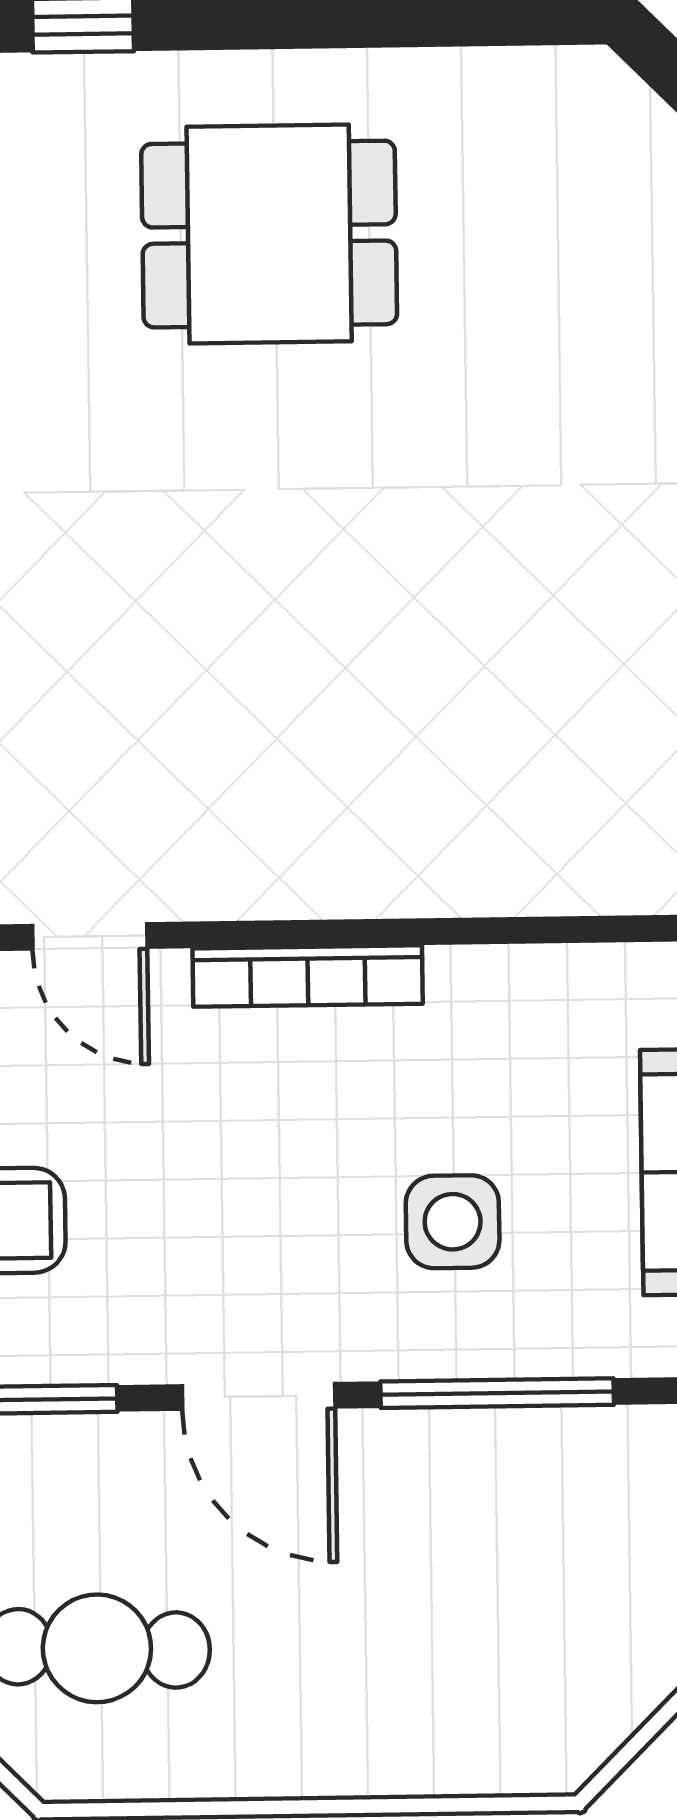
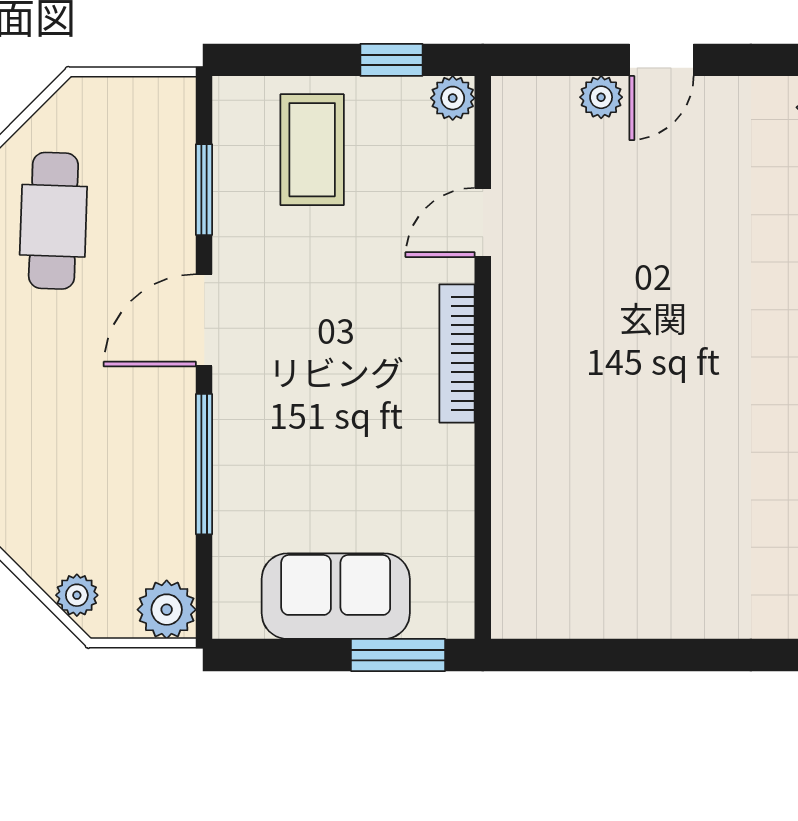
side table: (453, 1222) -> (308, 439), removed

